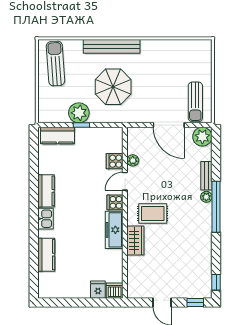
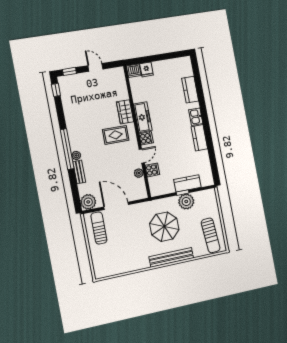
kitchen counter: (57, 136) -> (187, 183), moved

